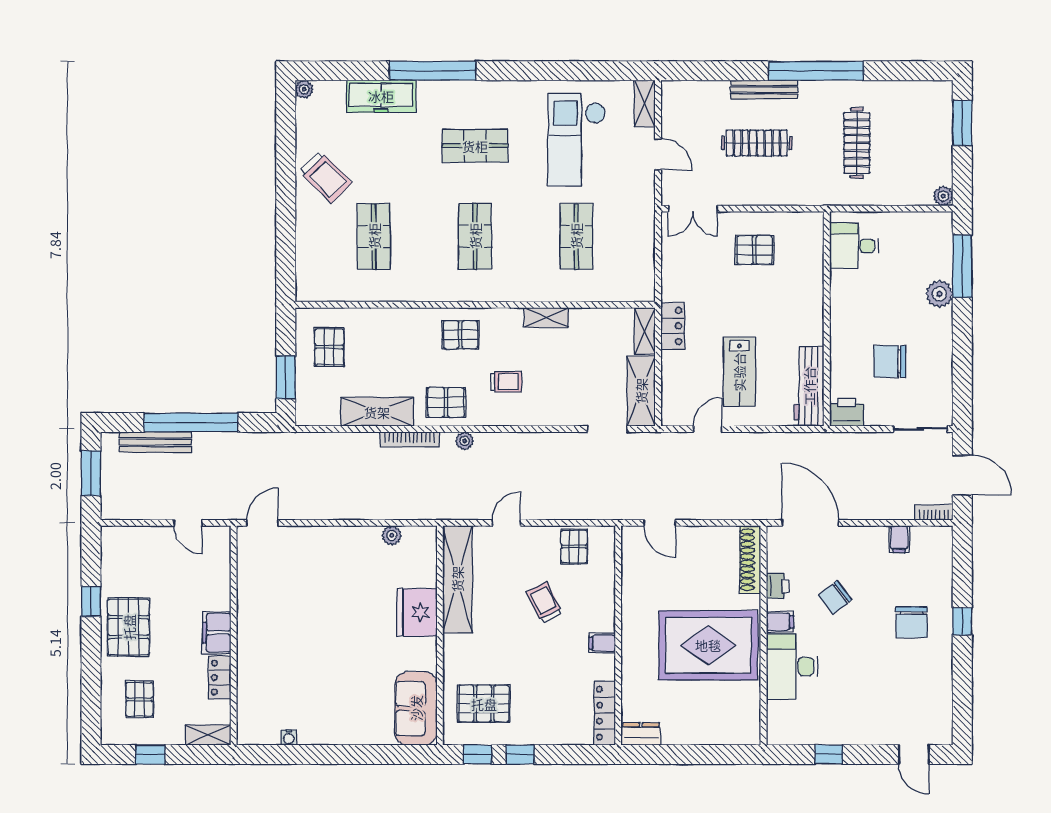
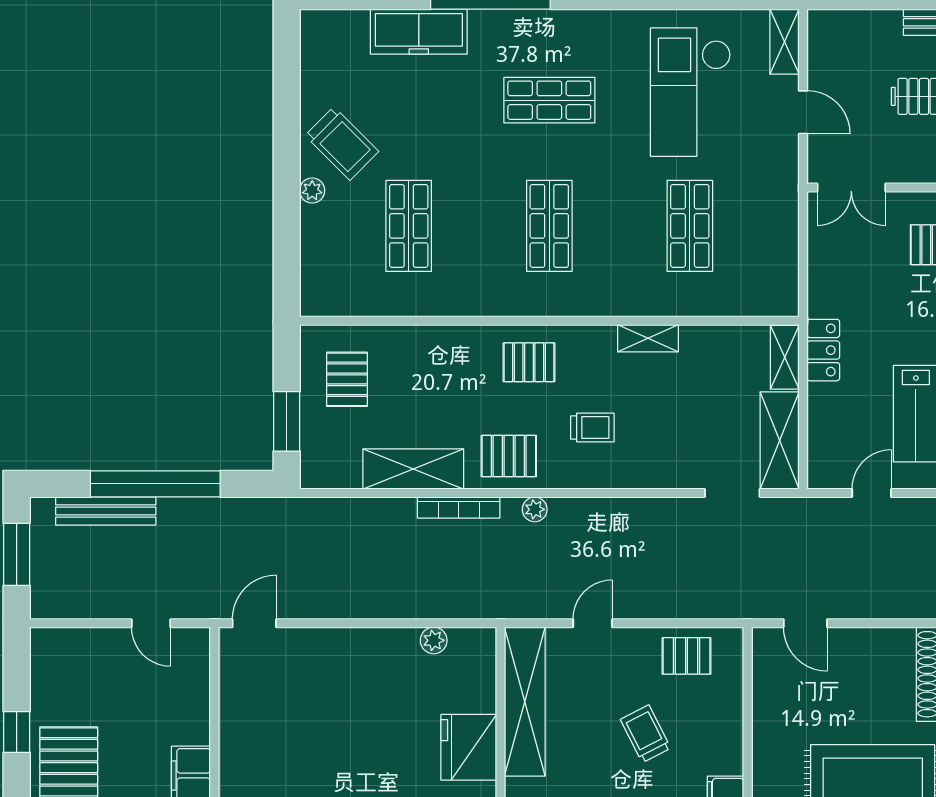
plant: (304, 89) -> (312, 191), moved
pallet: (574, 546) -> (687, 656), turned 90

